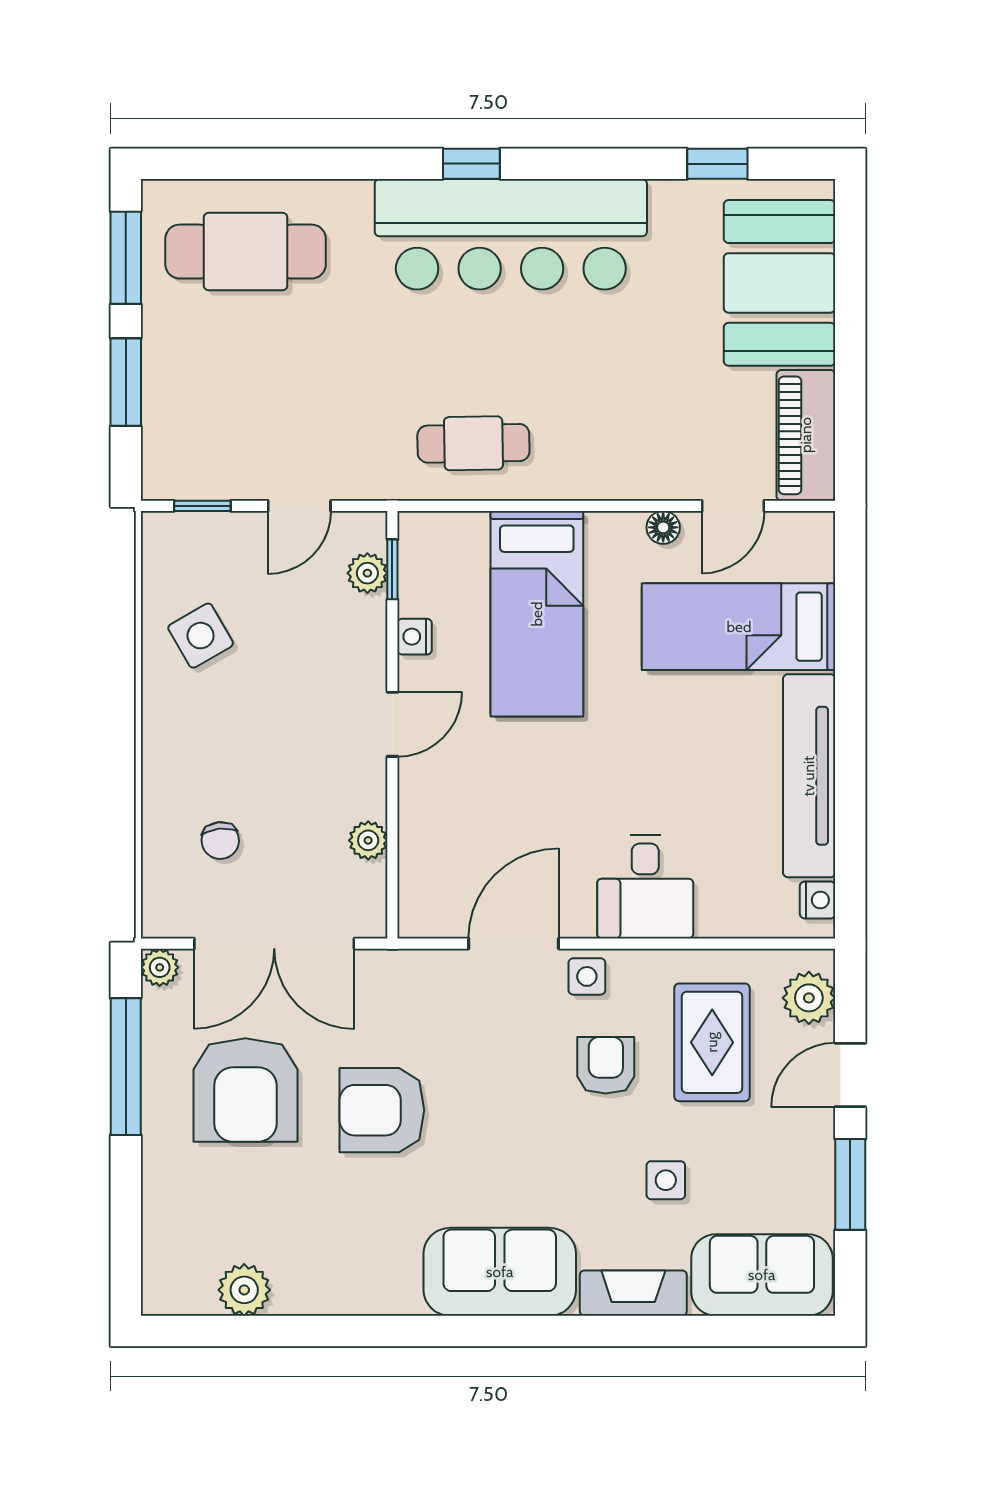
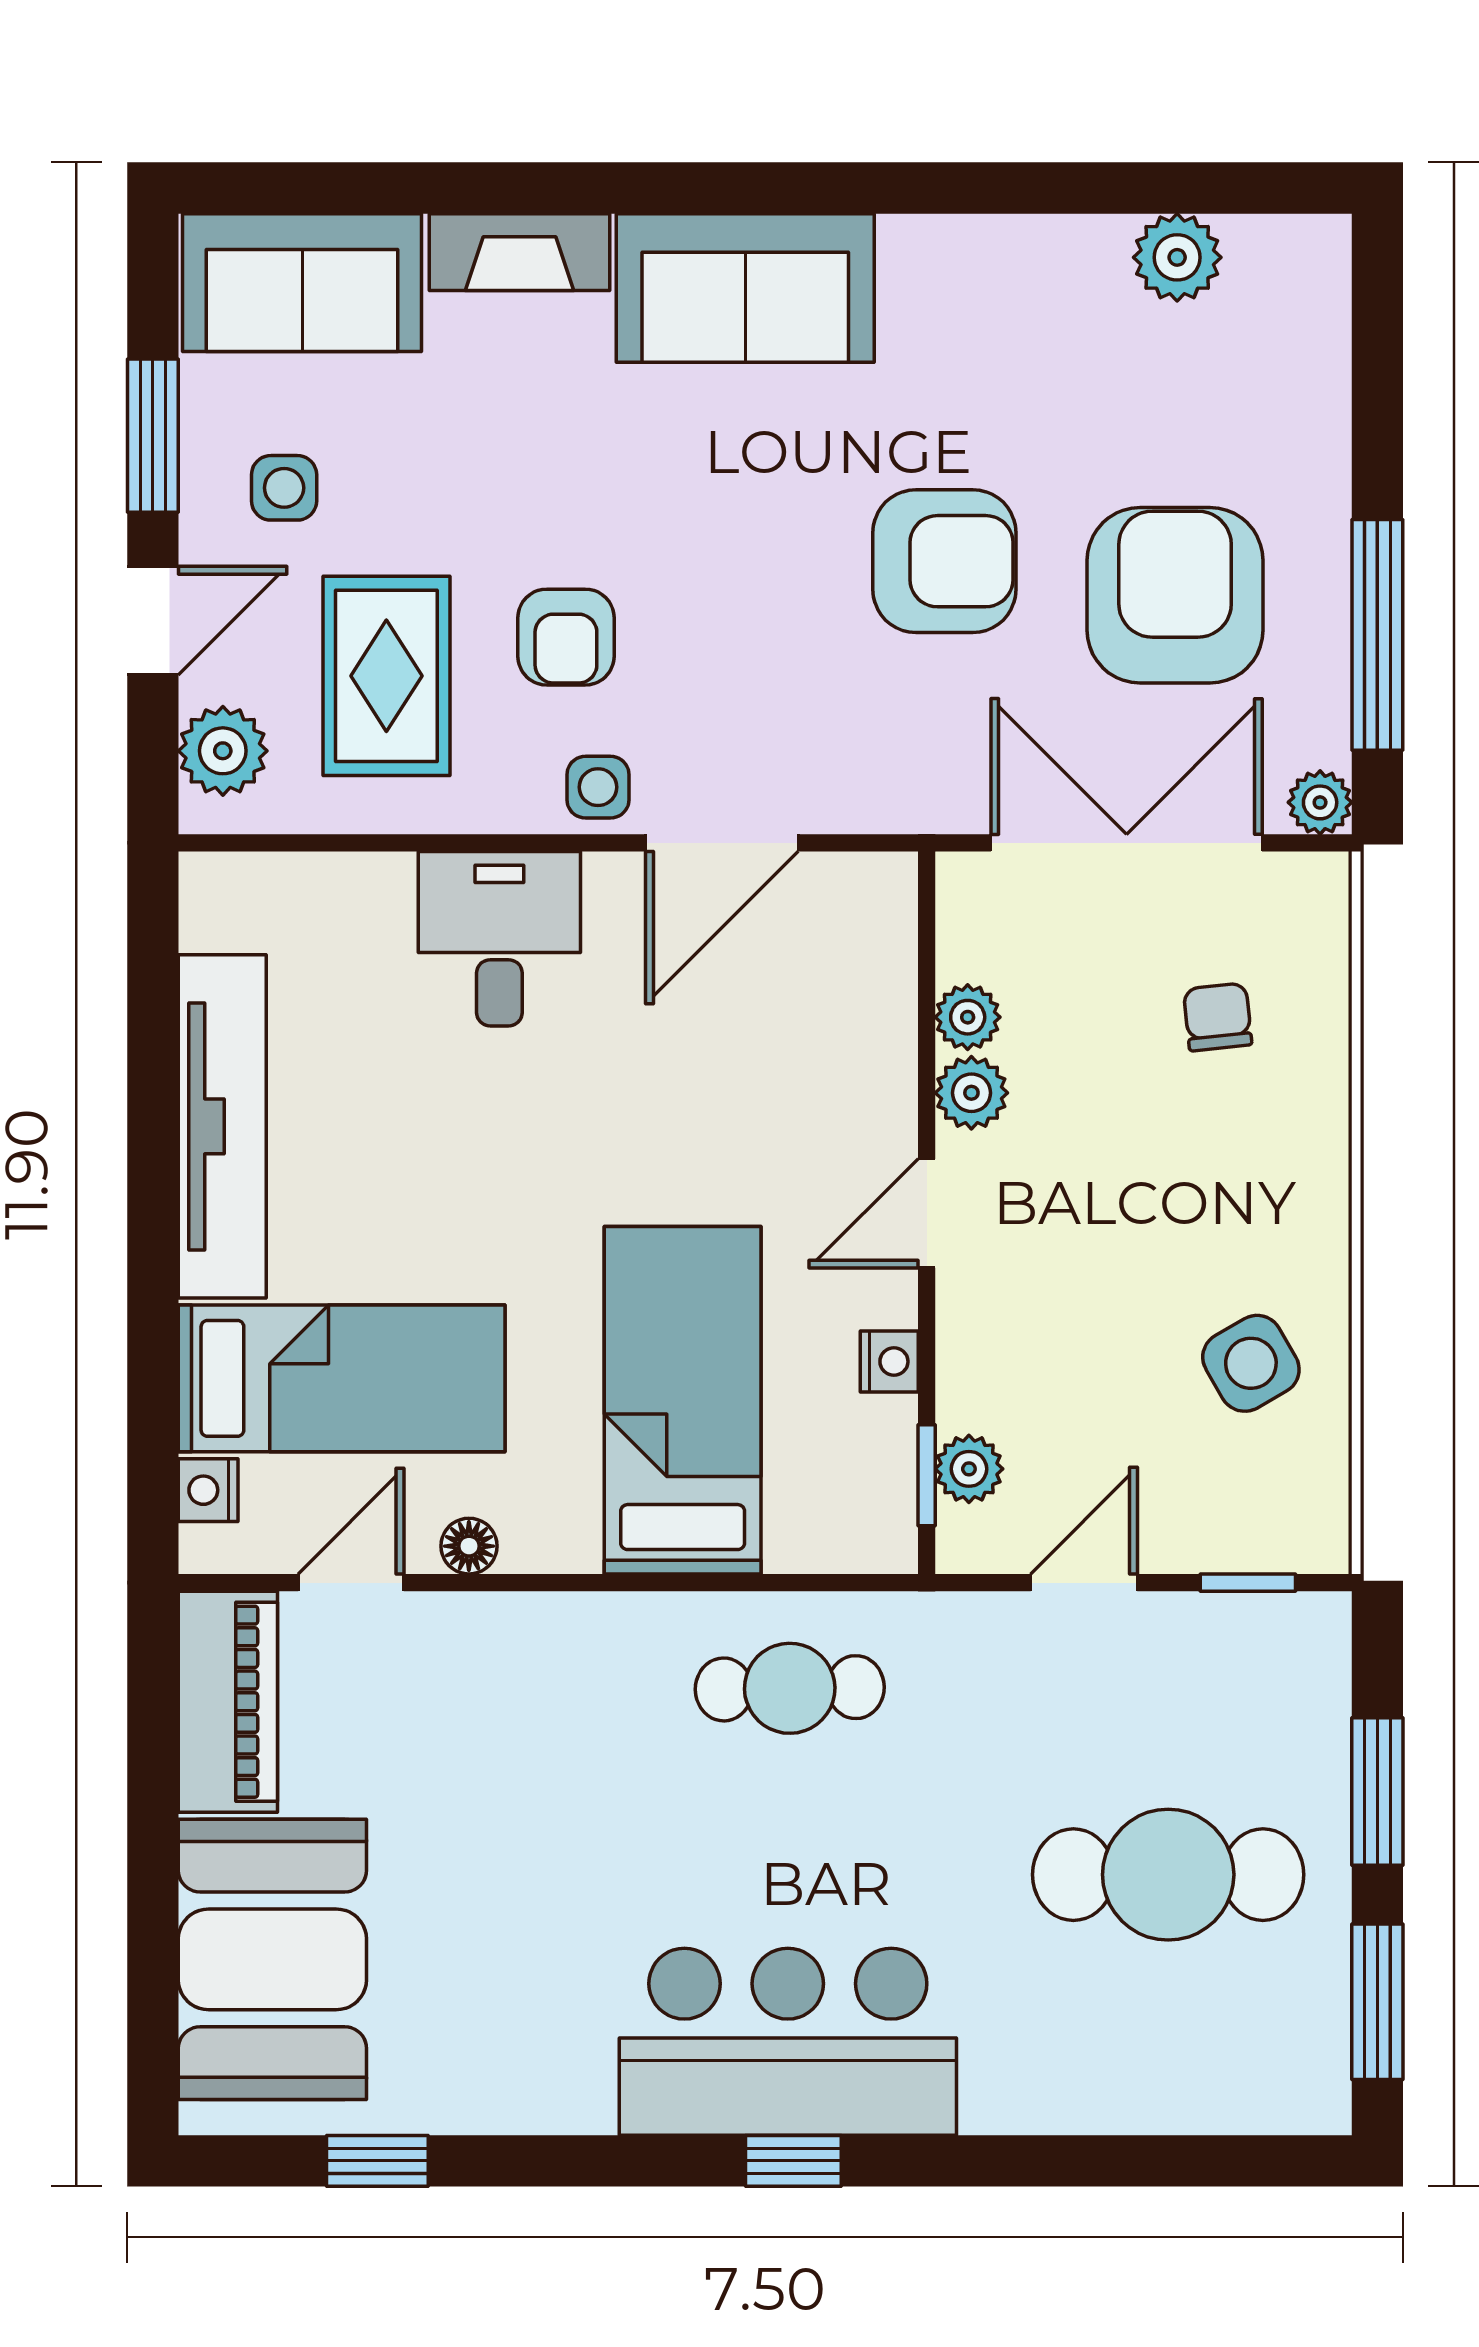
bar counter: (511, 234) -> (788, 2042), width x0.73
cafe table: (246, 252) -> (1168, 1875), moved
plant: (366, 796) -> (971, 1093), added
nightstand: (818, 900) -> (208, 1490), moved
side table: (666, 1180) -> (284, 488), moved

